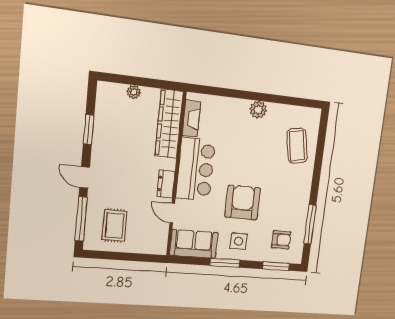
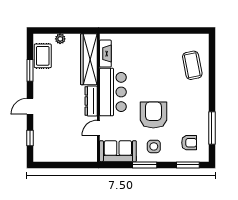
plant: (258, 110) -> (157, 41), removed
door: (85, 177) -> (30, 106), hinge flipped
dresser: (166, 184) -> (91, 101), width x1.44
door: (172, 213) -> (98, 128), hinge flipped
window: (81, 219) -> (30, 138), width x0.46
rug: (115, 225) -> (43, 56), moved

